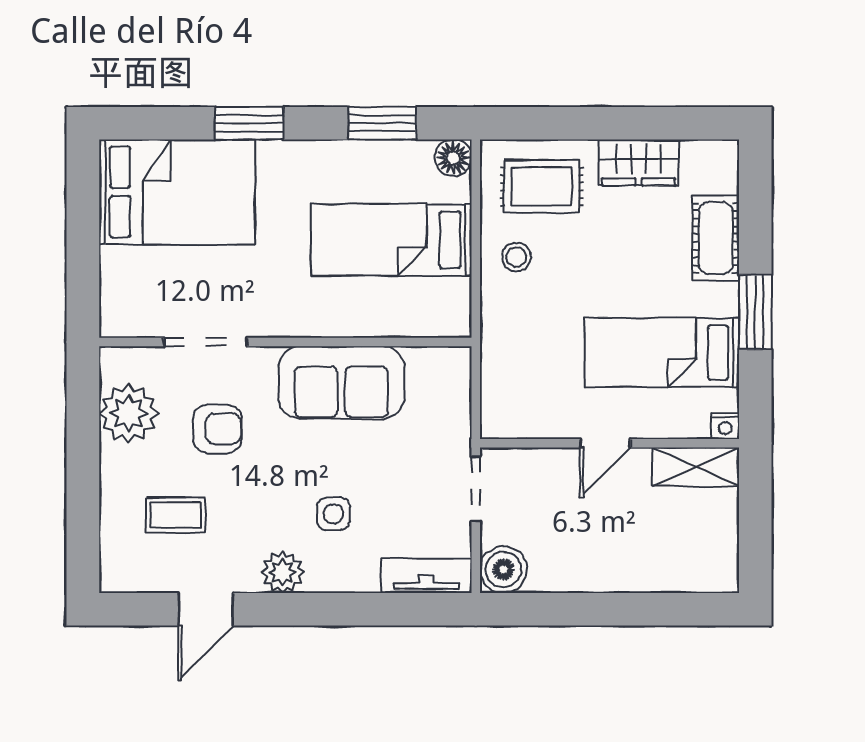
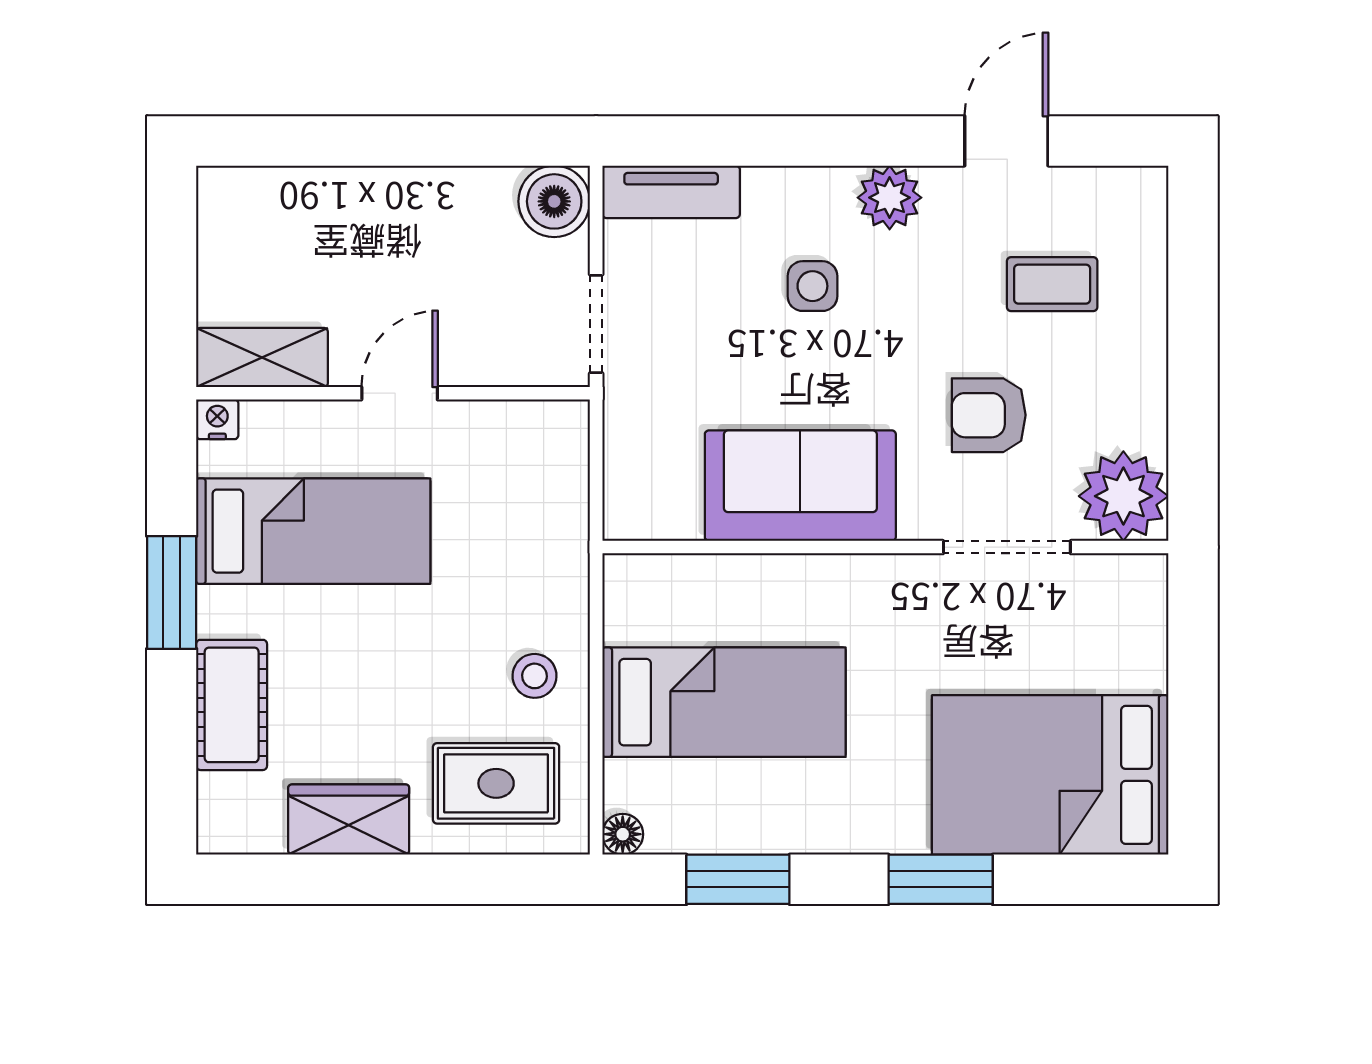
floor lamp: (453, 158) -> (623, 834), width x0.73, depth x0.73
plant: (129, 413) -> (1123, 496), moved

